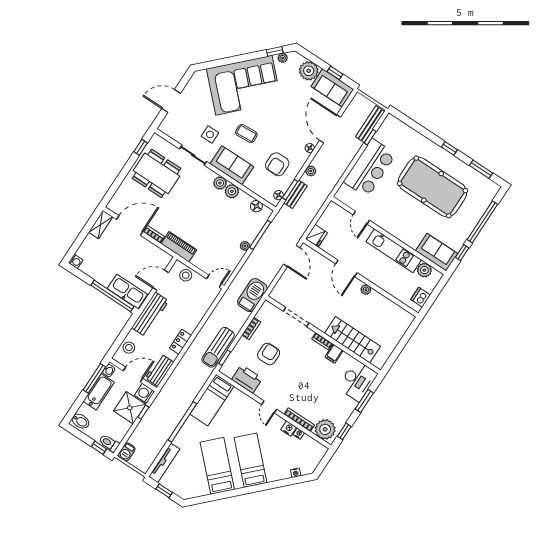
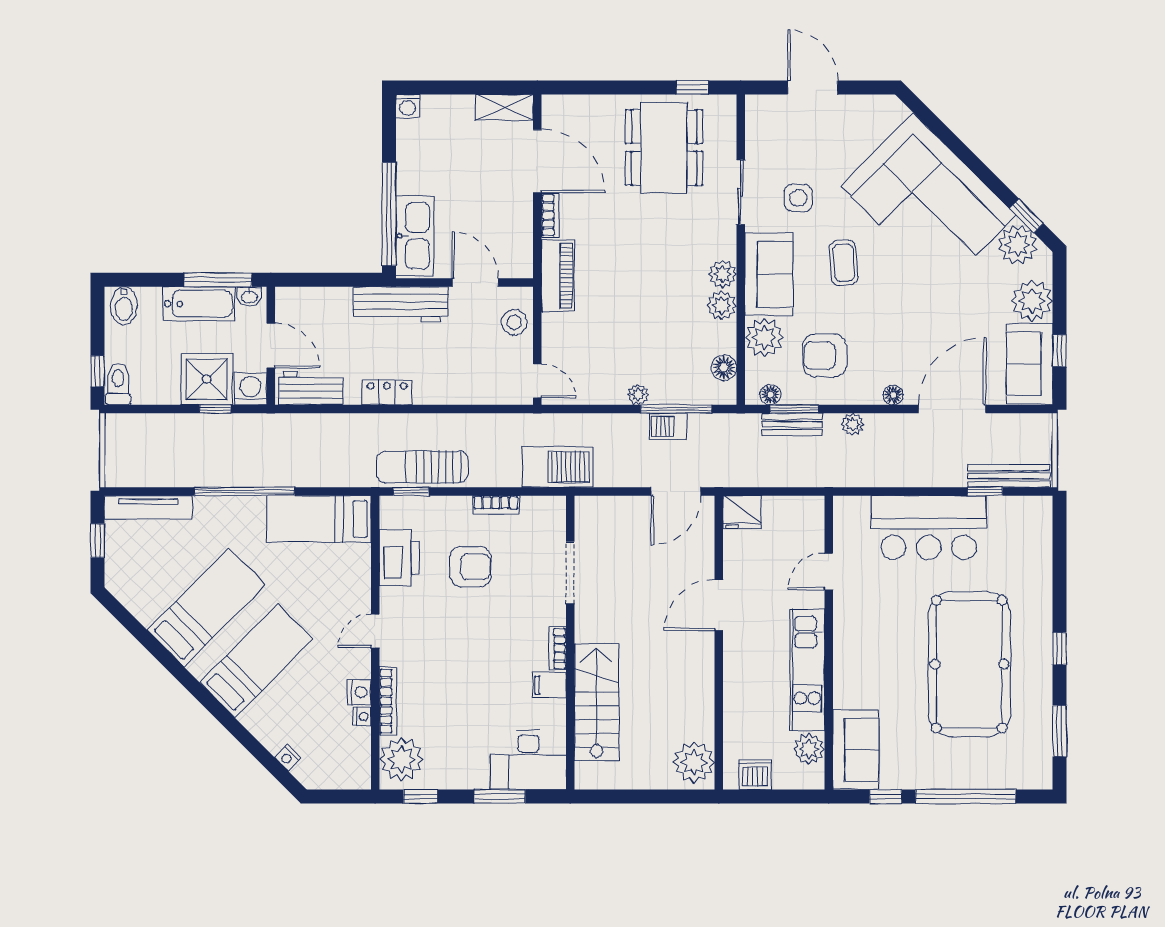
plant: (283, 58) -> (1018, 245), width x1.87, depth x1.87
plant: (255, 183) -> (764, 338), added
plant: (366, 290) -> (694, 762), moved, width x1.87, depth x1.87
stool: (129, 348) -> (315, 306), removed
barbecue: (127, 452) -> (668, 426), moved

